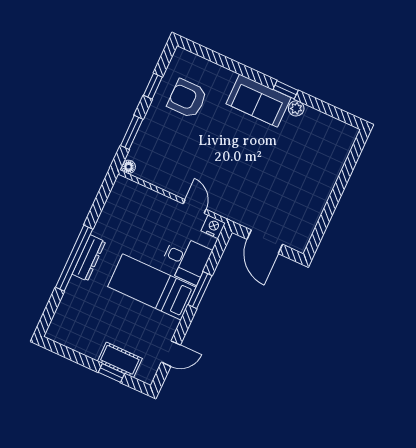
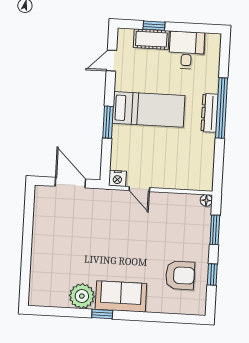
plant: (296, 108) -> (82, 296), width x1.88, depth x1.88
desk: (186, 259) -> (187, 50), moved, turned 90

